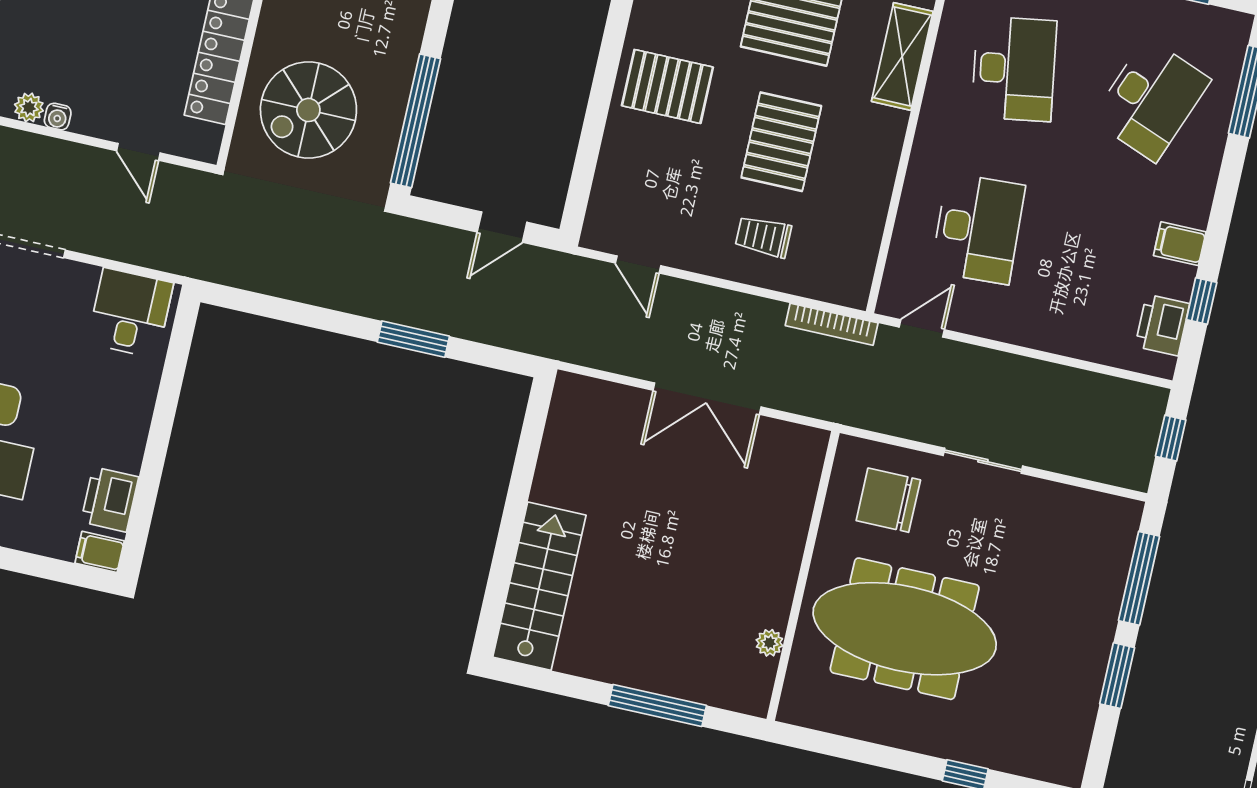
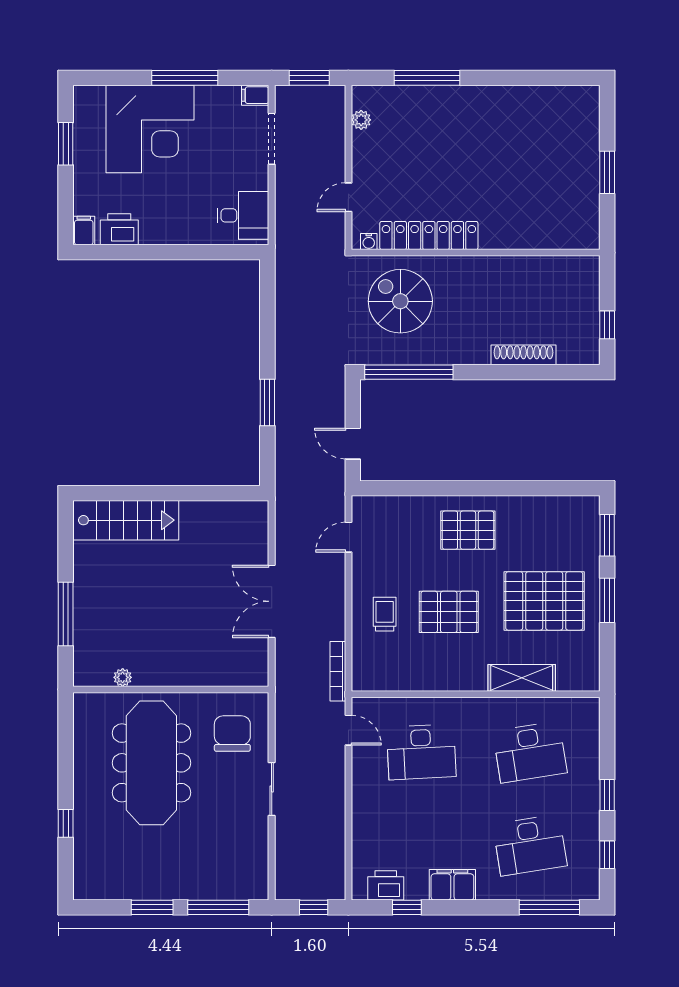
pallet: (667, 86) -> (468, 530), turned 90
desk: (1151, 100) -> (530, 845), turned -30
water cooler: (58, 117) -> (369, 242), moved, turned -90
filing cabinet: (1180, 244) -> (452, 885), width x2.00

